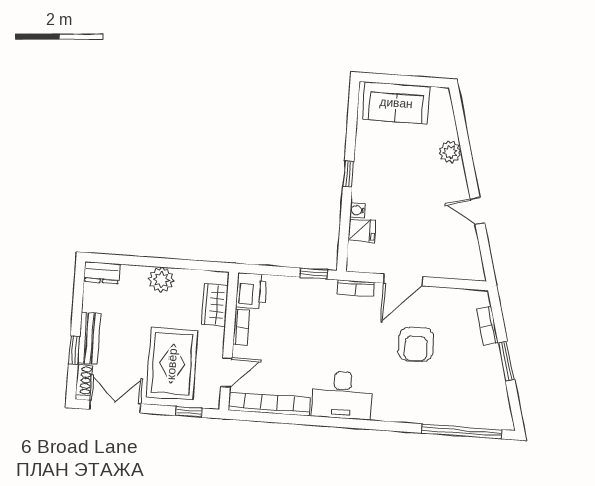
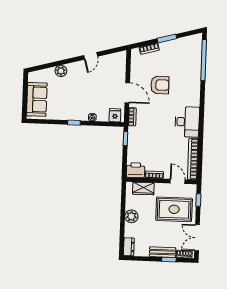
fridge: (362, 230) -> (115, 115), moved

